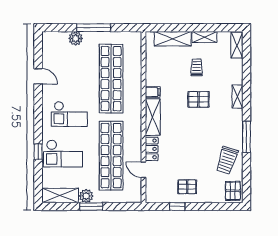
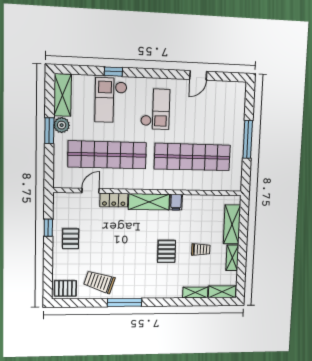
plant: (76, 38) -> (237, 119), removed
shelving: (237, 97) -> (195, 293), moved
checkout: (69, 114) -> (155, 109), turned 180

